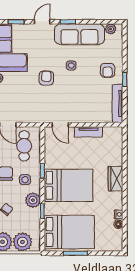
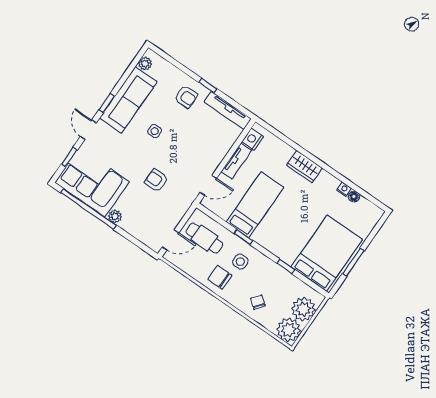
armchair: (46, 78) -> (156, 180), moved
nightstand: (110, 133) -> (253, 139), added
bed: (68, 185) -> (255, 205), moved, width x0.67
plant: (33, 200) -> (267, 268), removed

